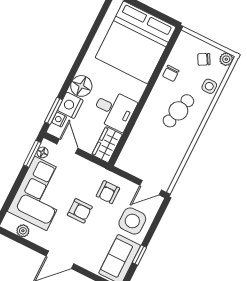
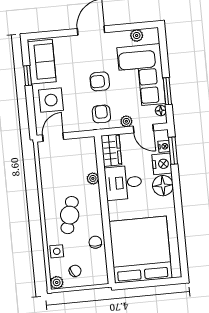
plant: (138, 130) -> (93, 178), added
window: (32, 154) -> (167, 91), moved
plant: (78, 162) -> (126, 121), added
armchair: (108, 192) -> (101, 114), moved

